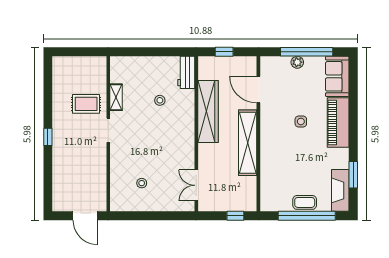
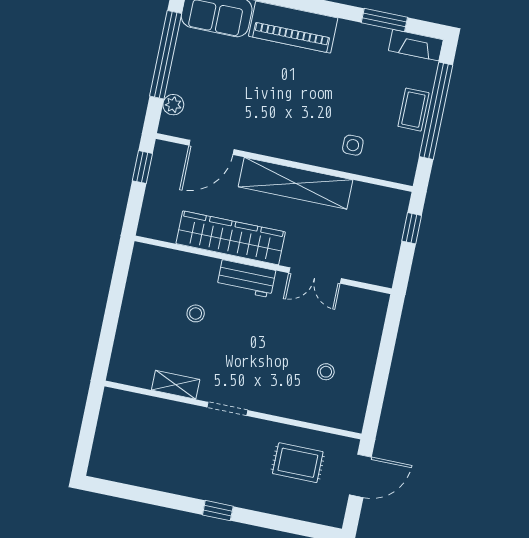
window: (224, 52) -> (142, 167), moved
plant: (297, 62) -> (173, 105), moved
workbench: (186, 72) -> (246, 279), moved
rug: (86, 104) -> (298, 463), moved, turned 90
side table: (301, 121) -> (353, 145), moved
double door: (196, 185) -> (315, 276), moved
fireplace: (340, 190) -> (416, 45), width x0.73, depth x0.76

